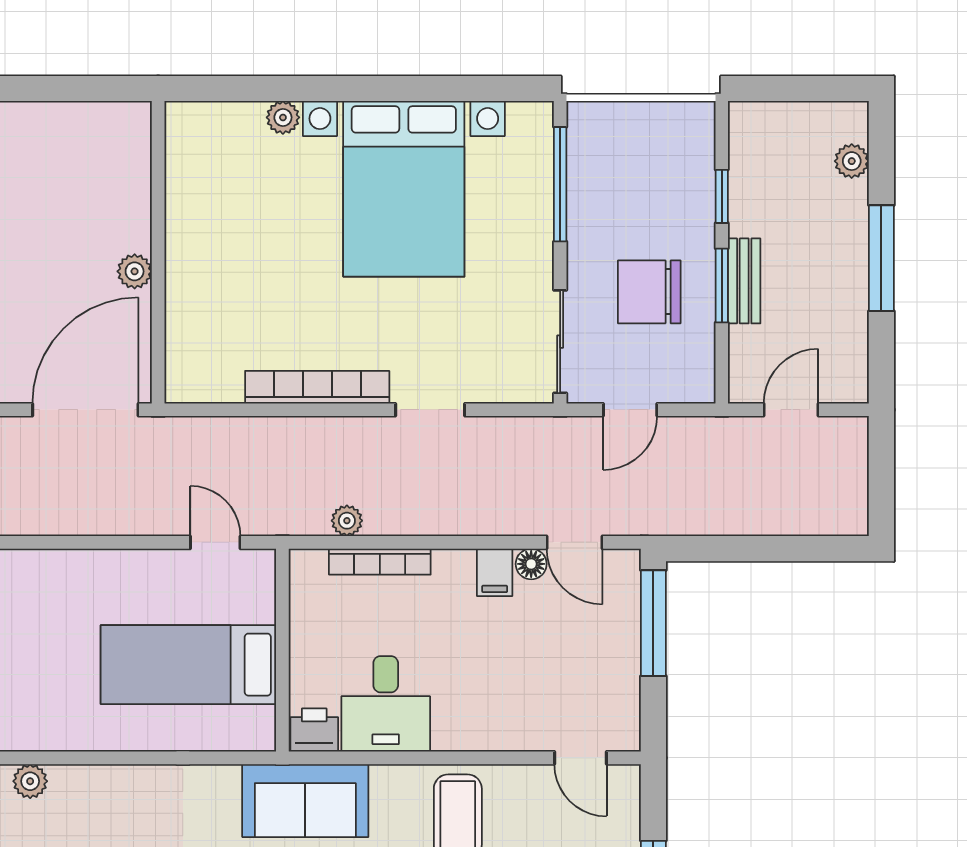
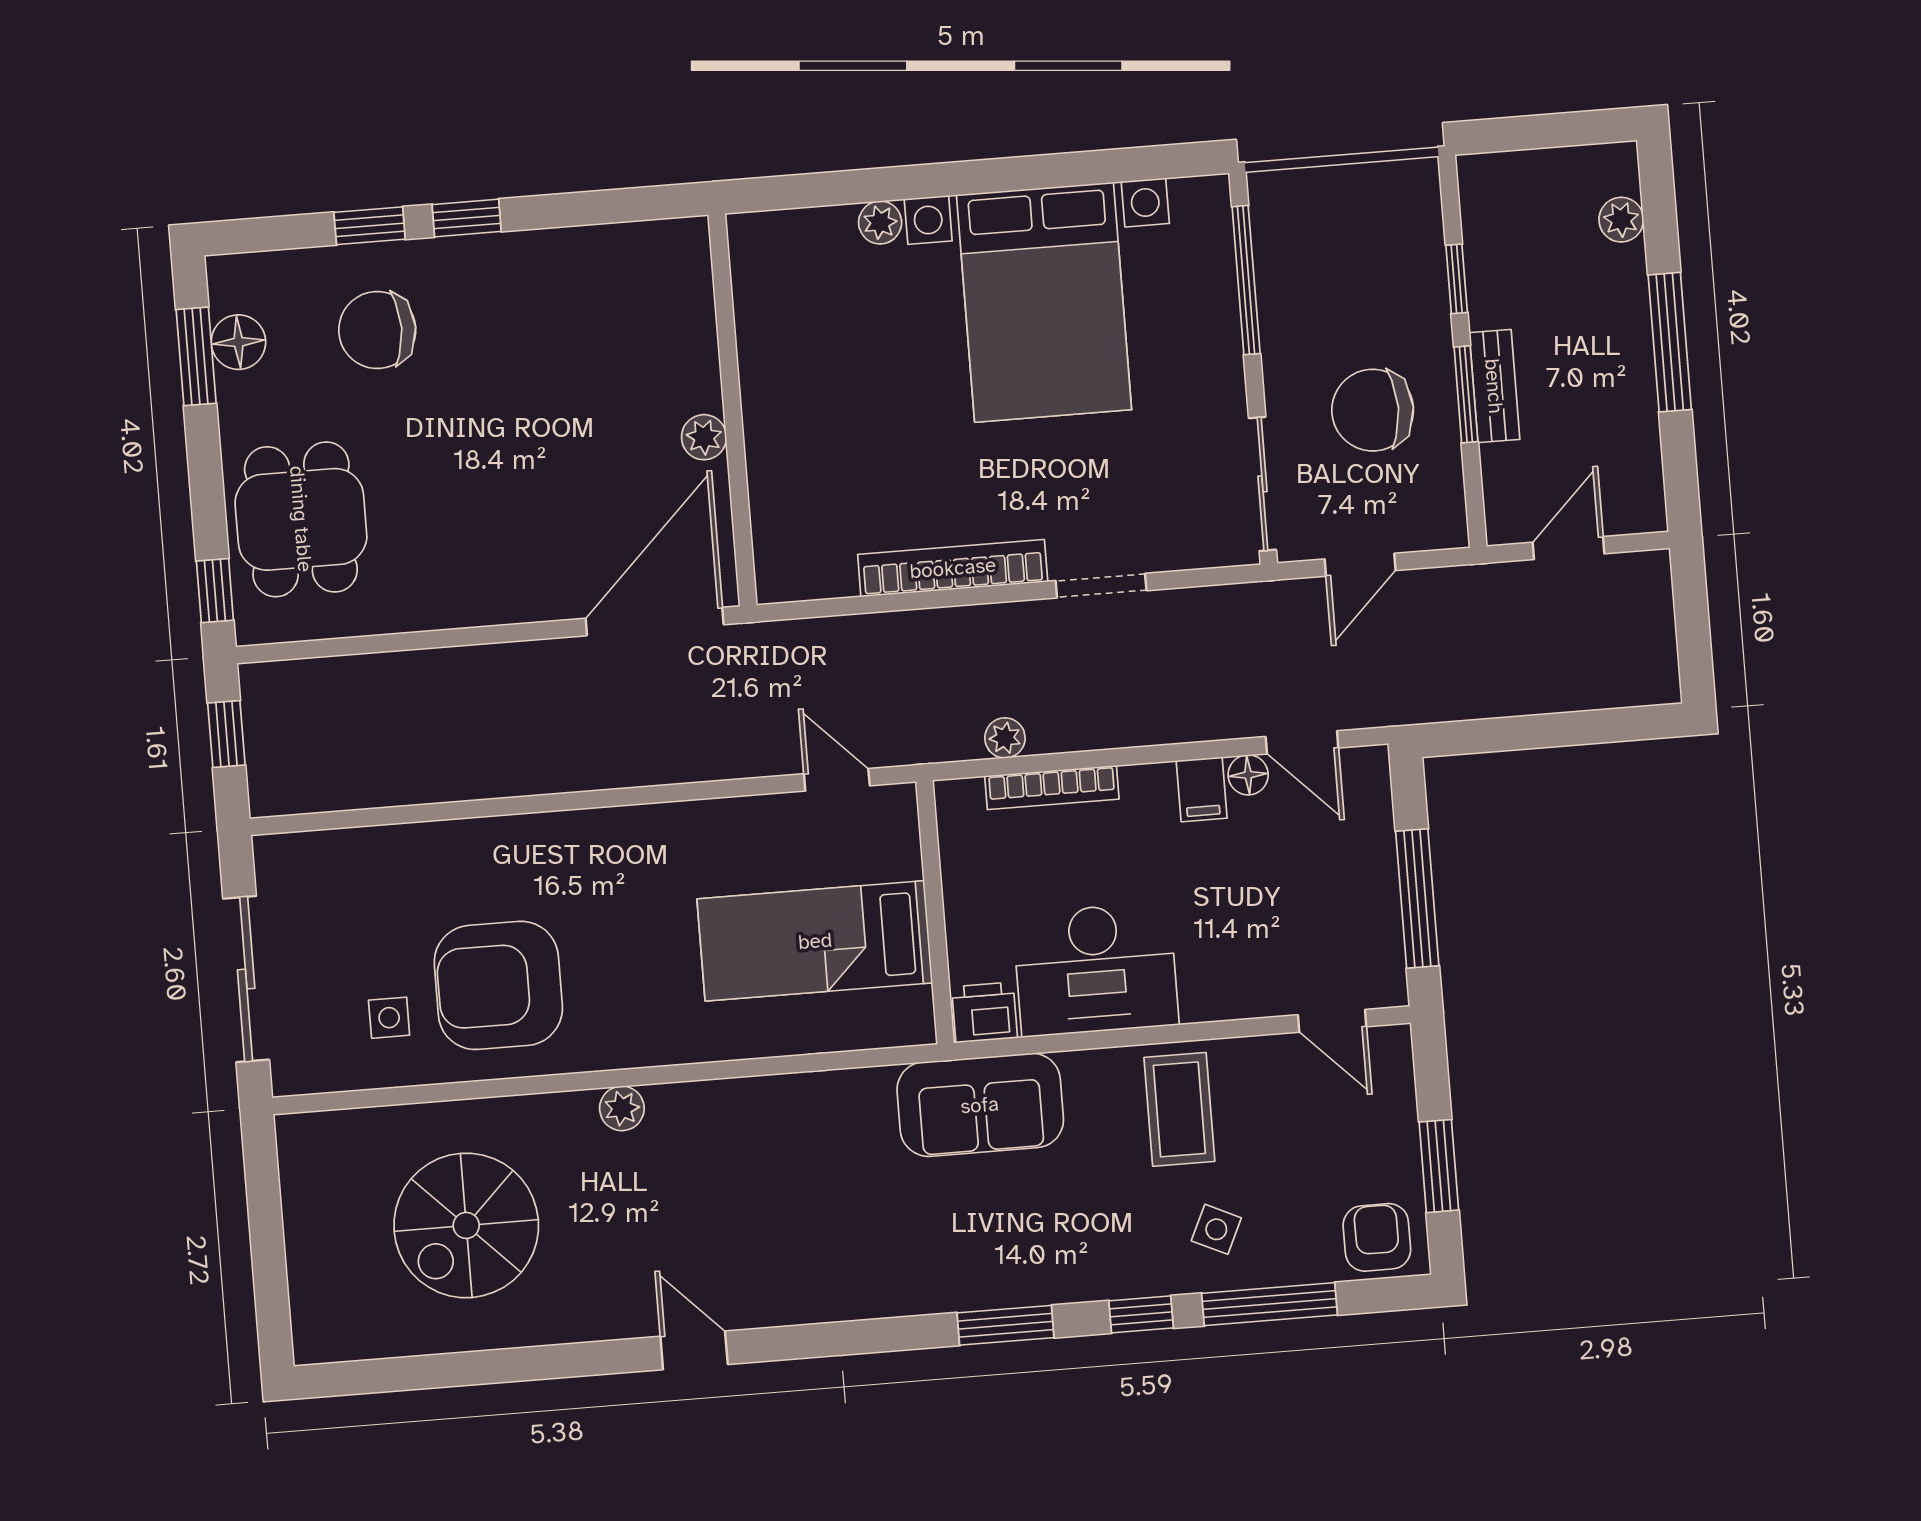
window: (653, 623) -> (1417, 899), moved
desk: (386, 704) -> (1096, 969), width x1.37

